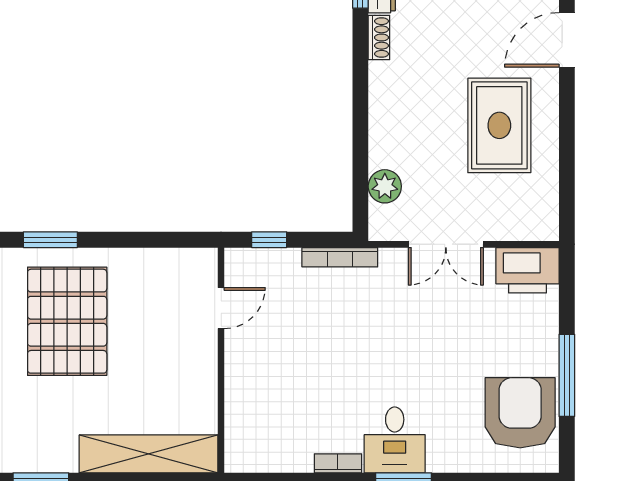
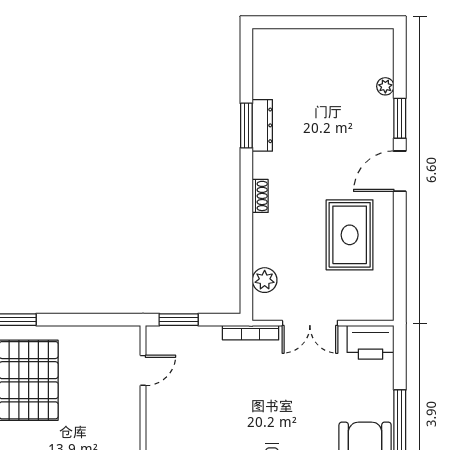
shoe rack: (379, 38) -> (260, 196), moved
window: (269, 240) -> (179, 320), width x1.50
bookcase: (340, 257) -> (251, 333), moved

